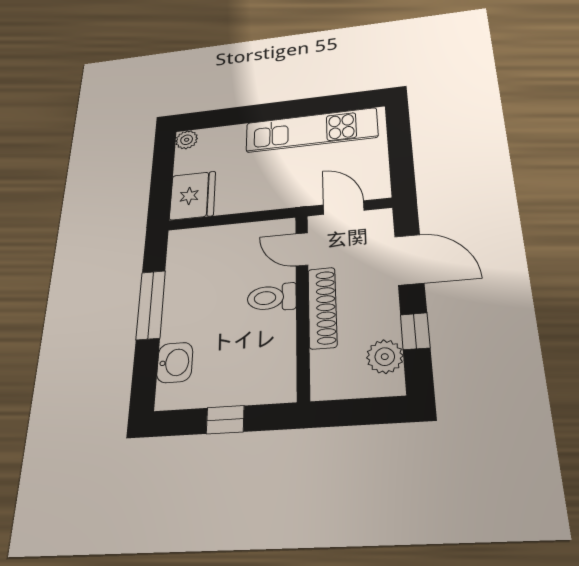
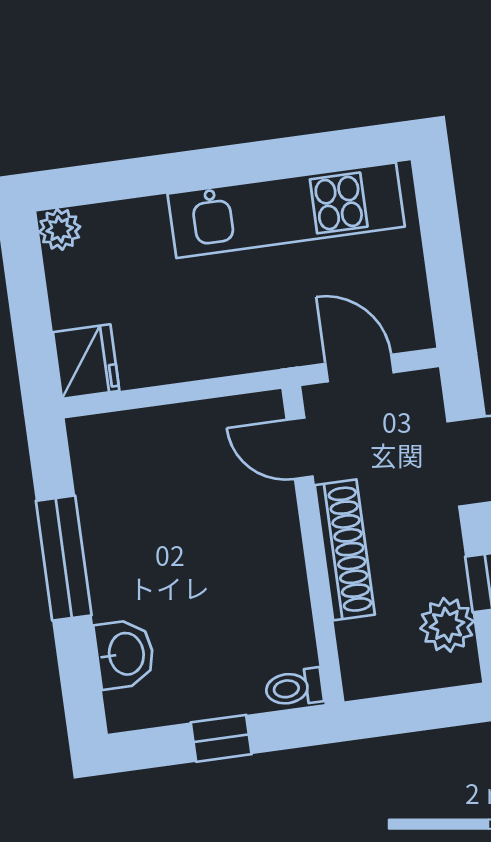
fridge: (193, 196) -> (86, 361), width x0.73, depth x0.75
toilet: (272, 298) -> (294, 688), moved, width x0.73, depth x0.72

